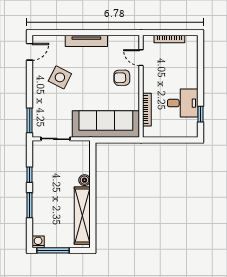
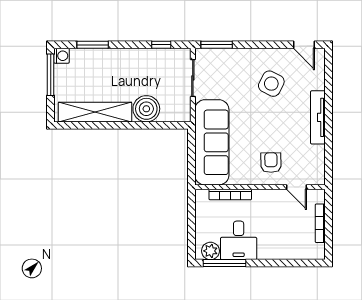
door: (141, 58) -> (297, 187), swing flipped
window: (201, 114) -> (225, 263), width x2.17
plant: (191, 125) -> (210, 251), added
window: (30, 175) -> (161, 45), moved
boiler: (84, 180) -> (146, 109), width x1.86, depth x1.86
window: (30, 205) -> (93, 45), moved

